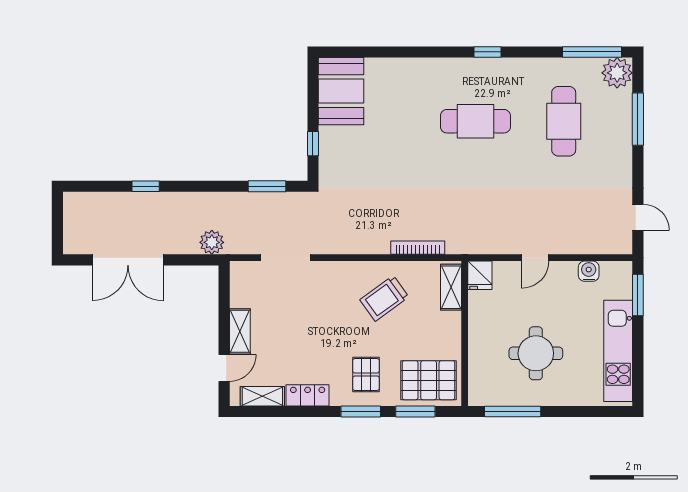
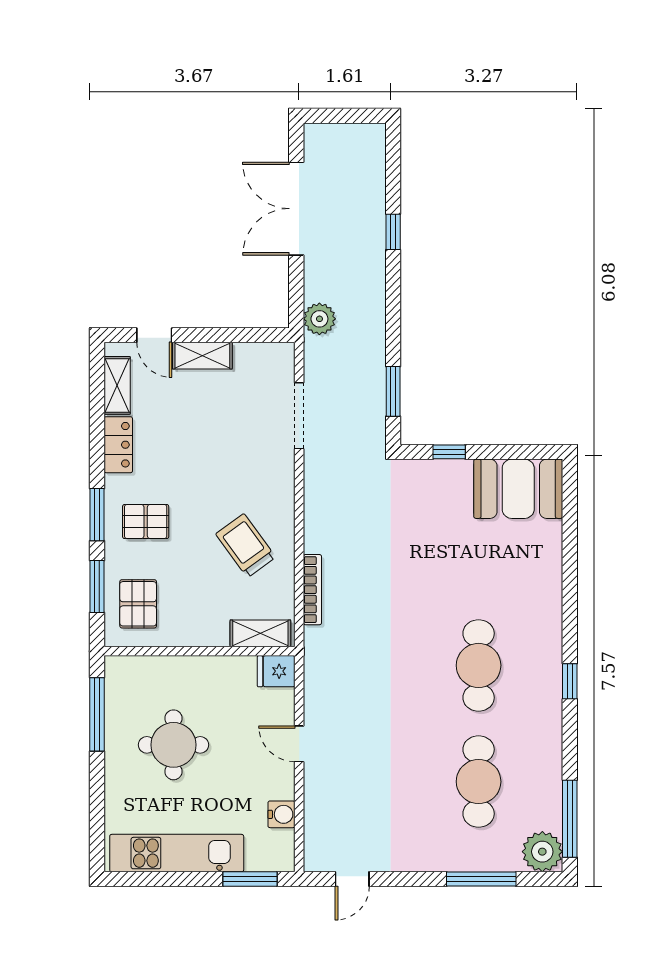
cafe table: (564, 121) -> (479, 782), turned 90
pallet: (429, 380) -> (138, 604), width x0.67, depth x0.71

